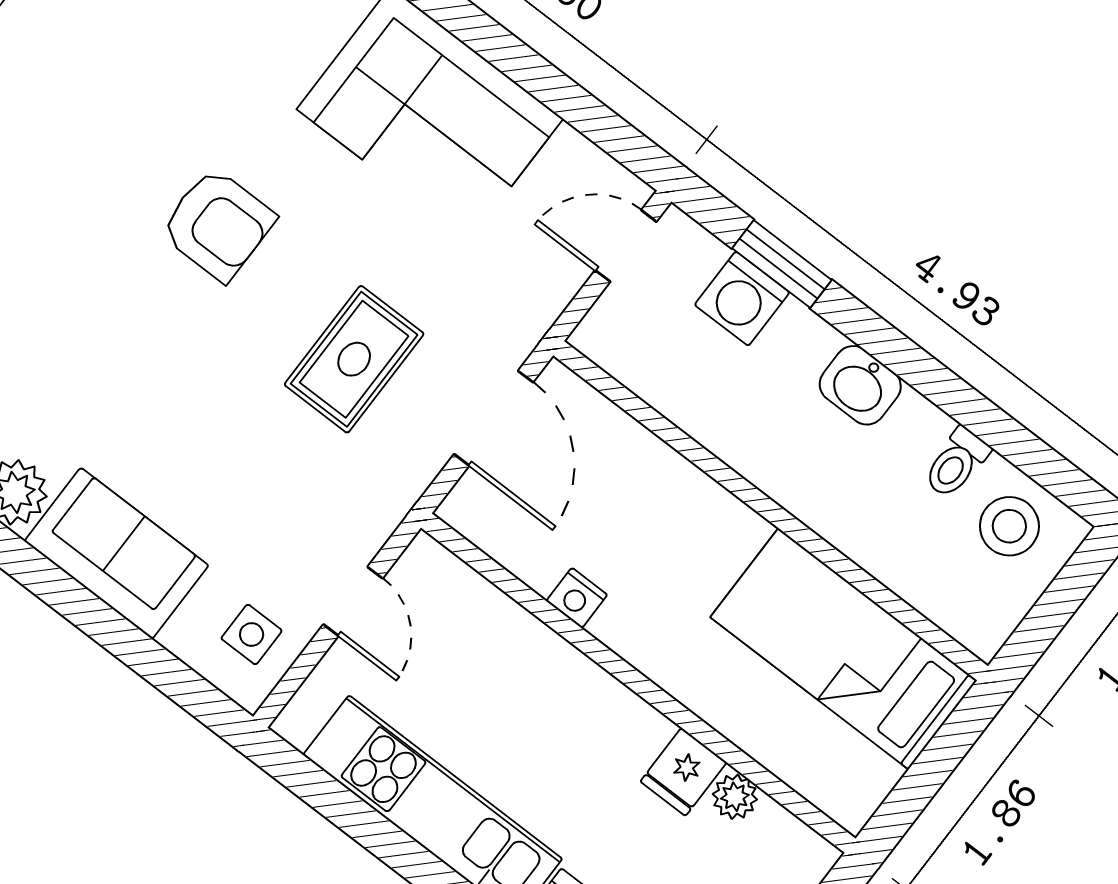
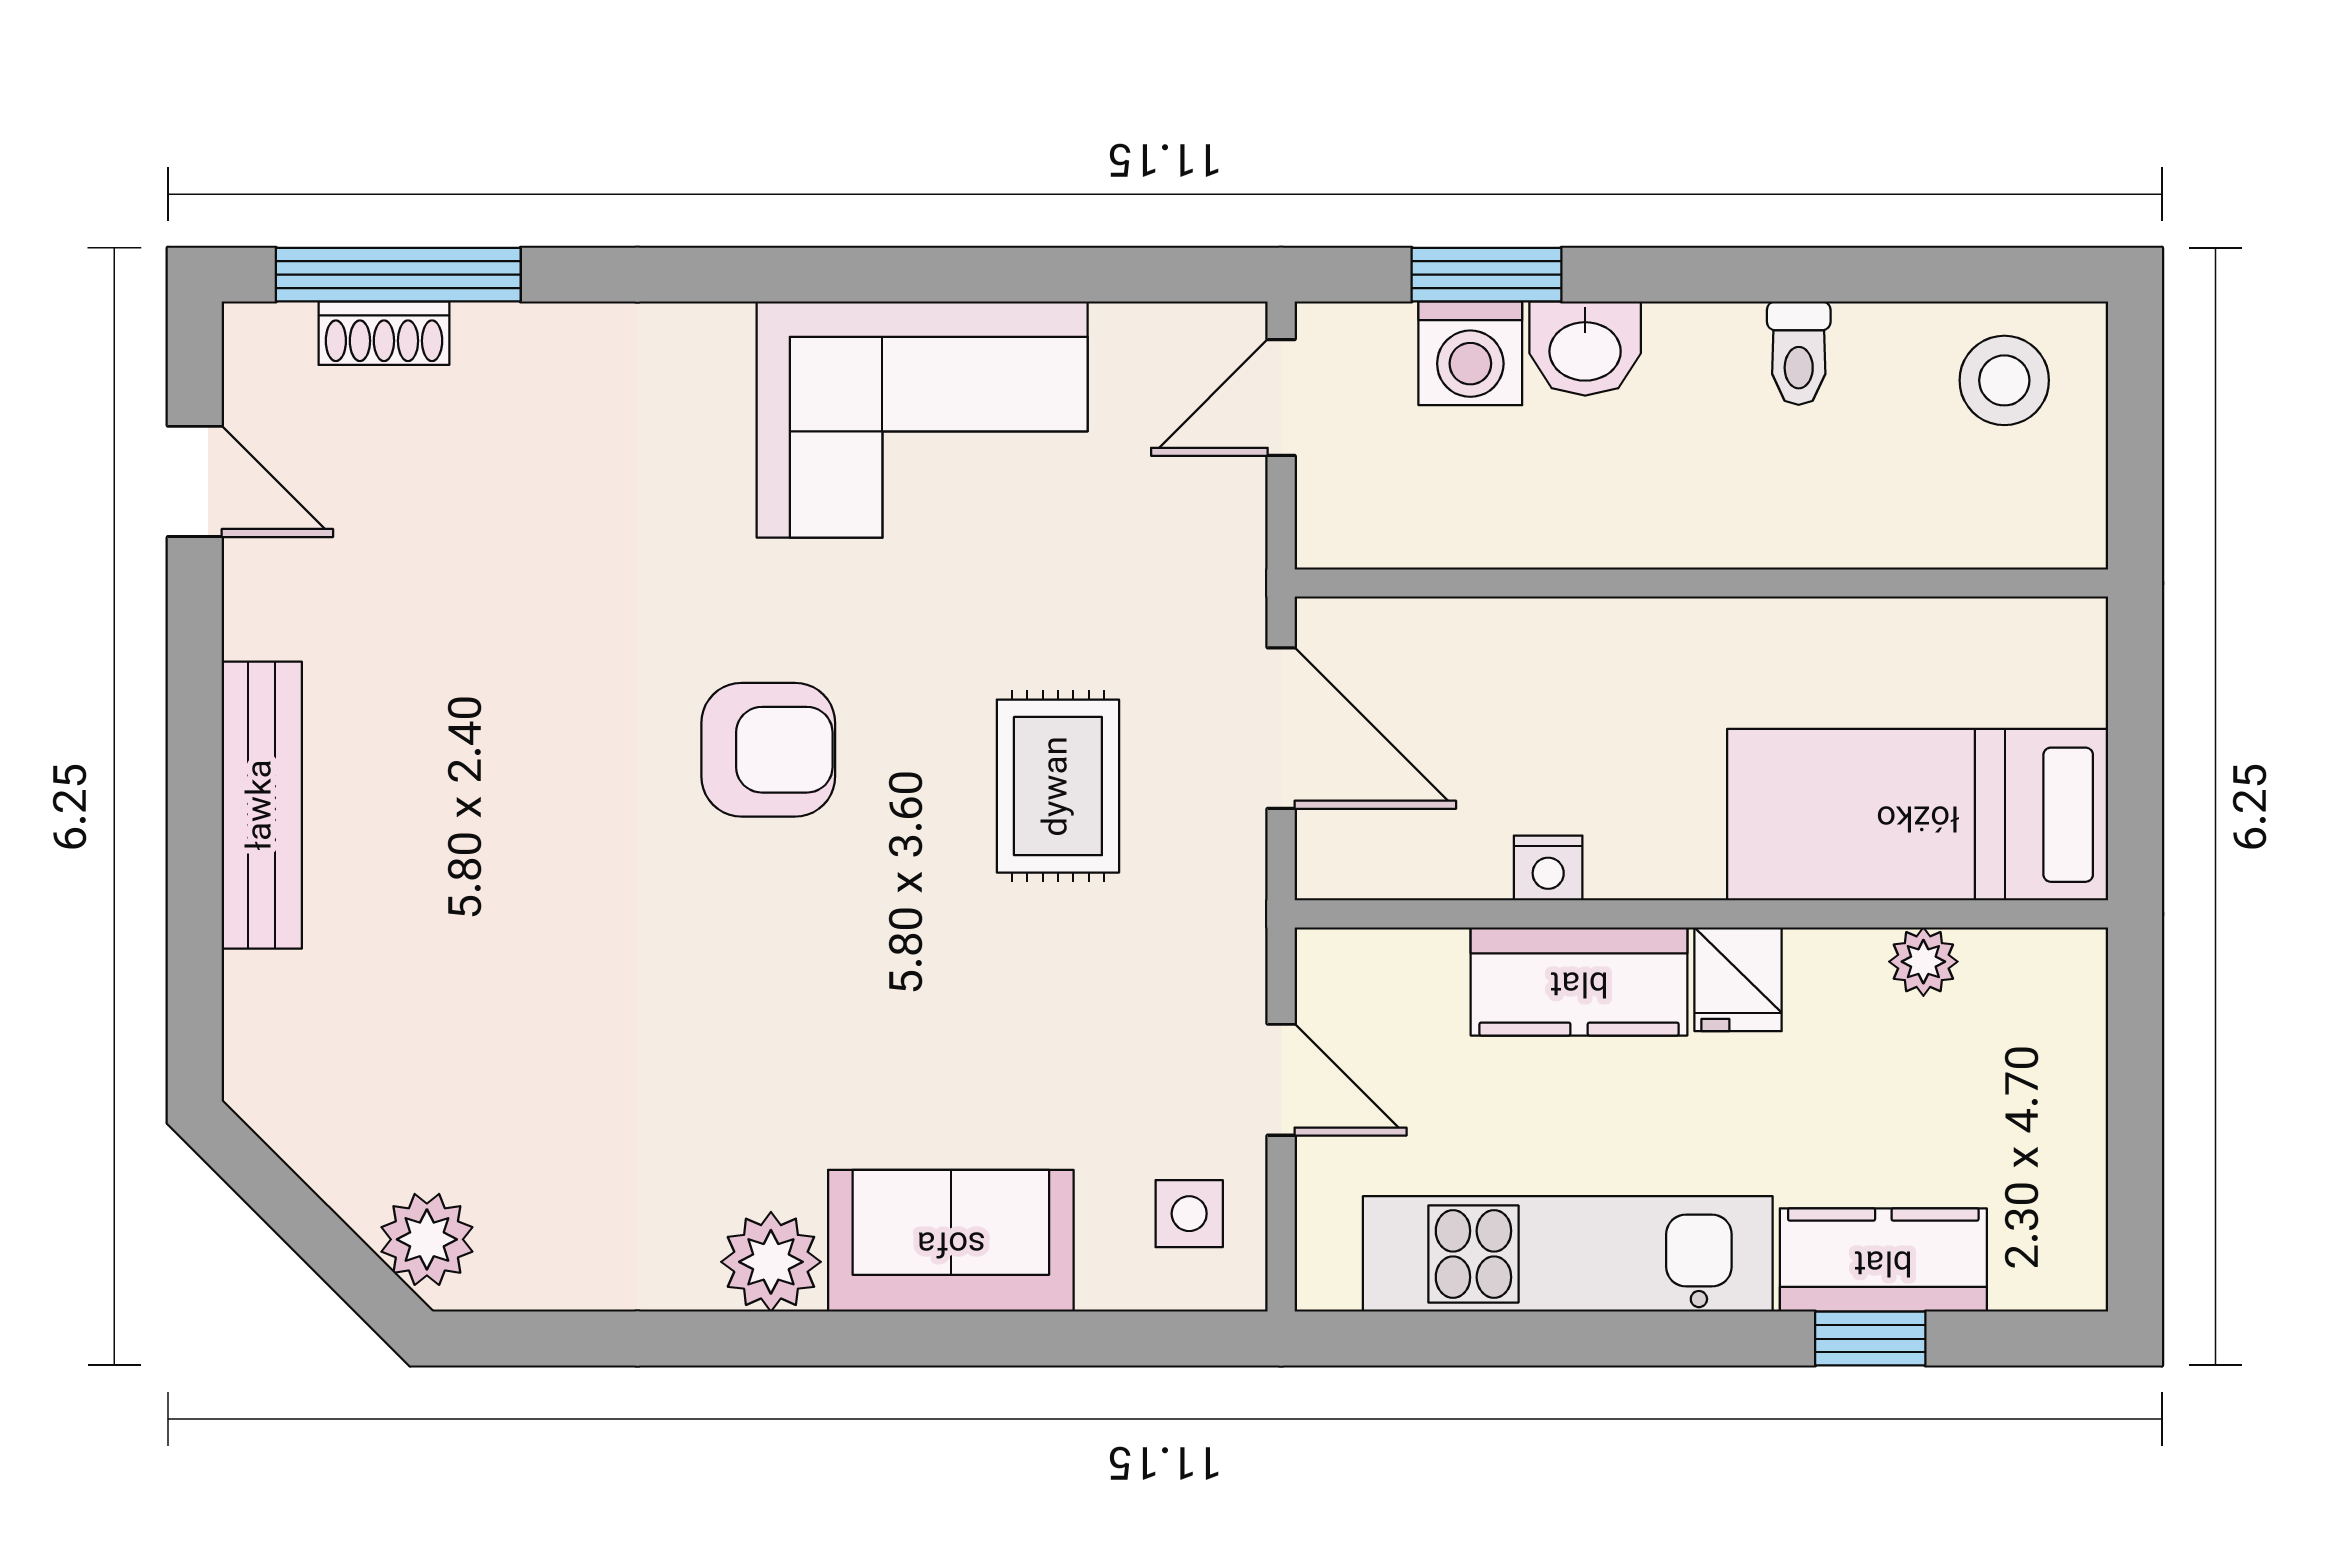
washbasin: (860, 385) -> (1585, 349), moved
toilet: (956, 463) -> (1799, 353), moved
bed: (844, 649) -> (1918, 815), moved
kitchen counter: (548, 669) -> (1579, 981), added
fridge: (684, 772) -> (1738, 979), moved

